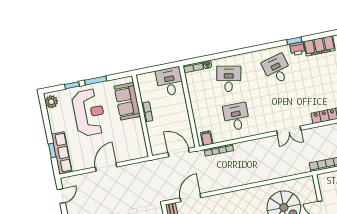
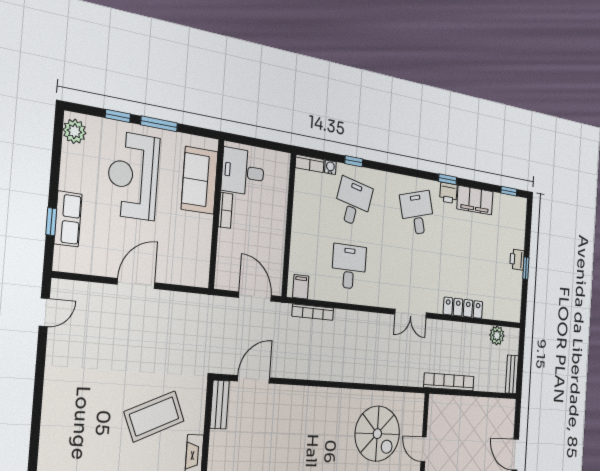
window: (223, 55) -> (354, 161), added
desk: (170, 82) -> (243, 172), moved, turned -90
reception desk: (89, 112) -> (133, 176), turned 180
row of seats: (62, 153) -> (68, 219), width x0.68

